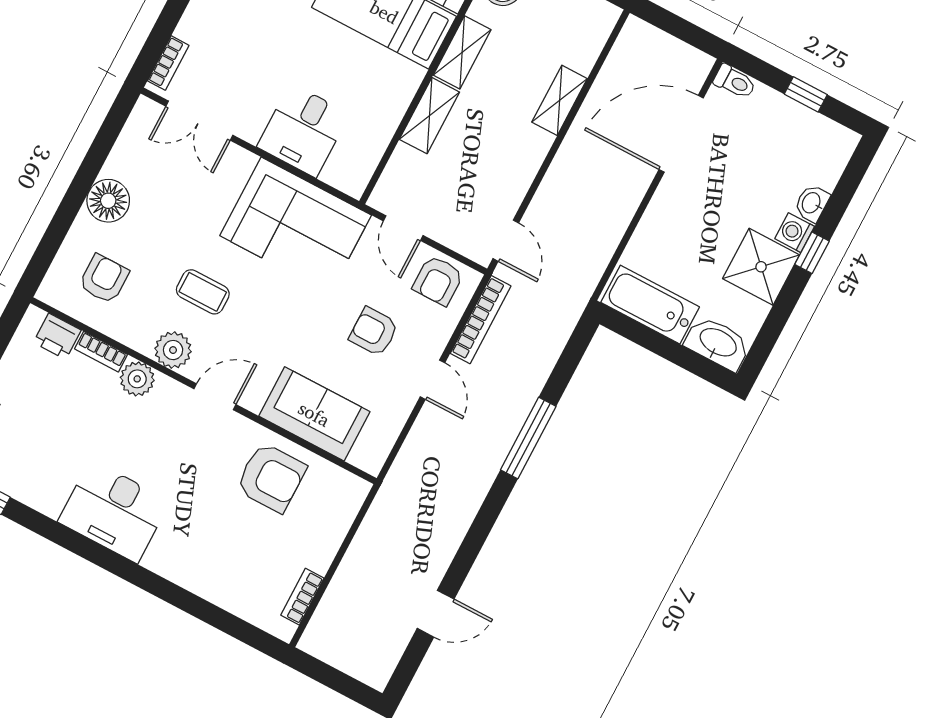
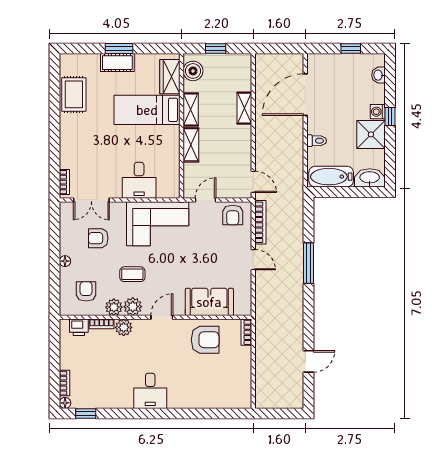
toilet: (735, 82) -> (317, 141), moved
floor lamp: (108, 201) -> (65, 261), width x0.53, depth x0.53
washbasin: (812, 203) -> (378, 75), moved
door: (403, 228) -> (205, 200), swing flipped
armchair: (374, 332) -> (98, 238), moved
plant: (139, 333) -> (114, 307), added
desk: (114, 511) -> (150, 391), width x0.73
bookcase: (302, 597) -> (246, 332), moved

